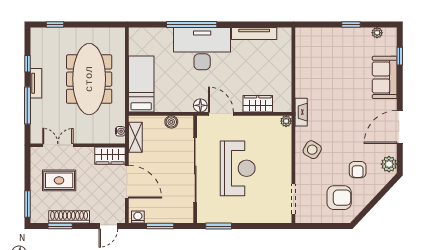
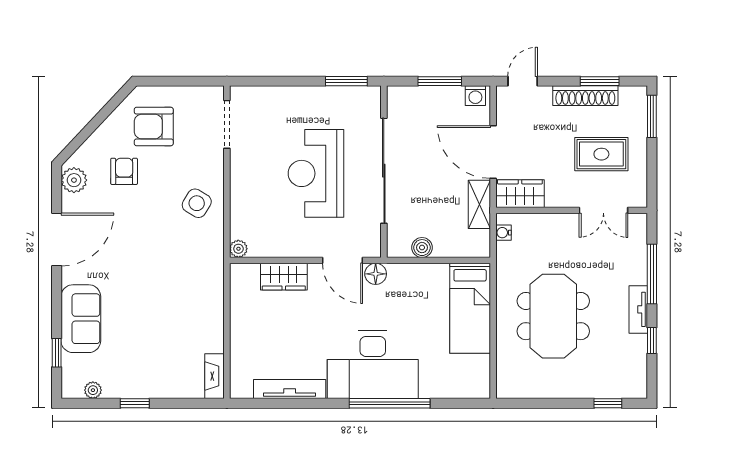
meeting table: (89, 79) -> (553, 316), width x0.73
fireplace: (301, 112) -> (214, 376), moved
shelving: (135, 137) -> (479, 204), moved

